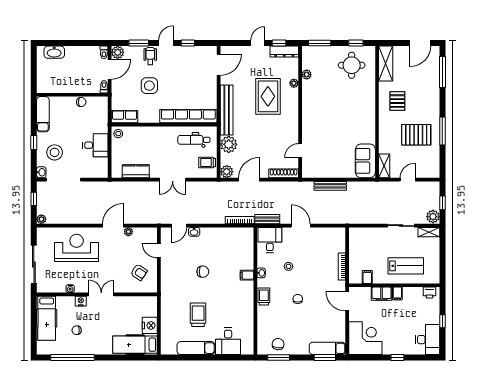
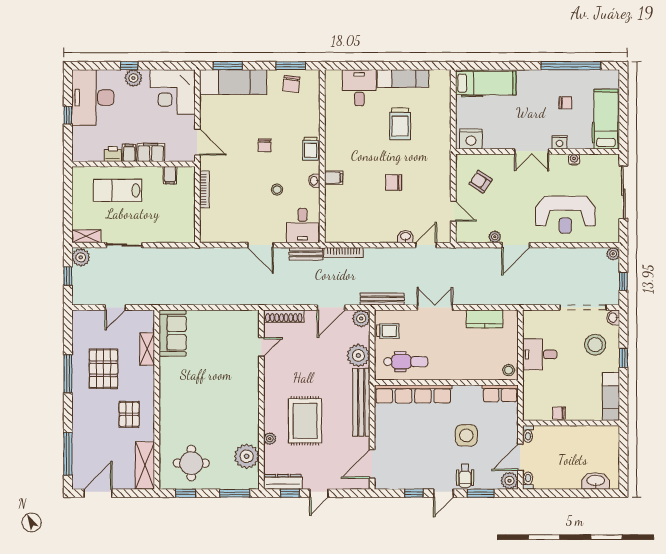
plant: (307, 75) -> (247, 456), width x1.88, depth x1.88
pallet: (416, 135) -> (103, 369), turned 90
shelving: (384, 166) -> (147, 349), moved
bench: (330, 186) -> (382, 299), moved
printer: (430, 293) -> (113, 154), moved
nightstand: (150, 325) -> (471, 139), moved, turned -90
desk: (428, 340) -> (93, 98), width x1.36, depth x1.30
exam couch: (327, 348) -> (233, 82), width x1.36, depth x1.45
plant: (394, 348) -> (133, 78), added

